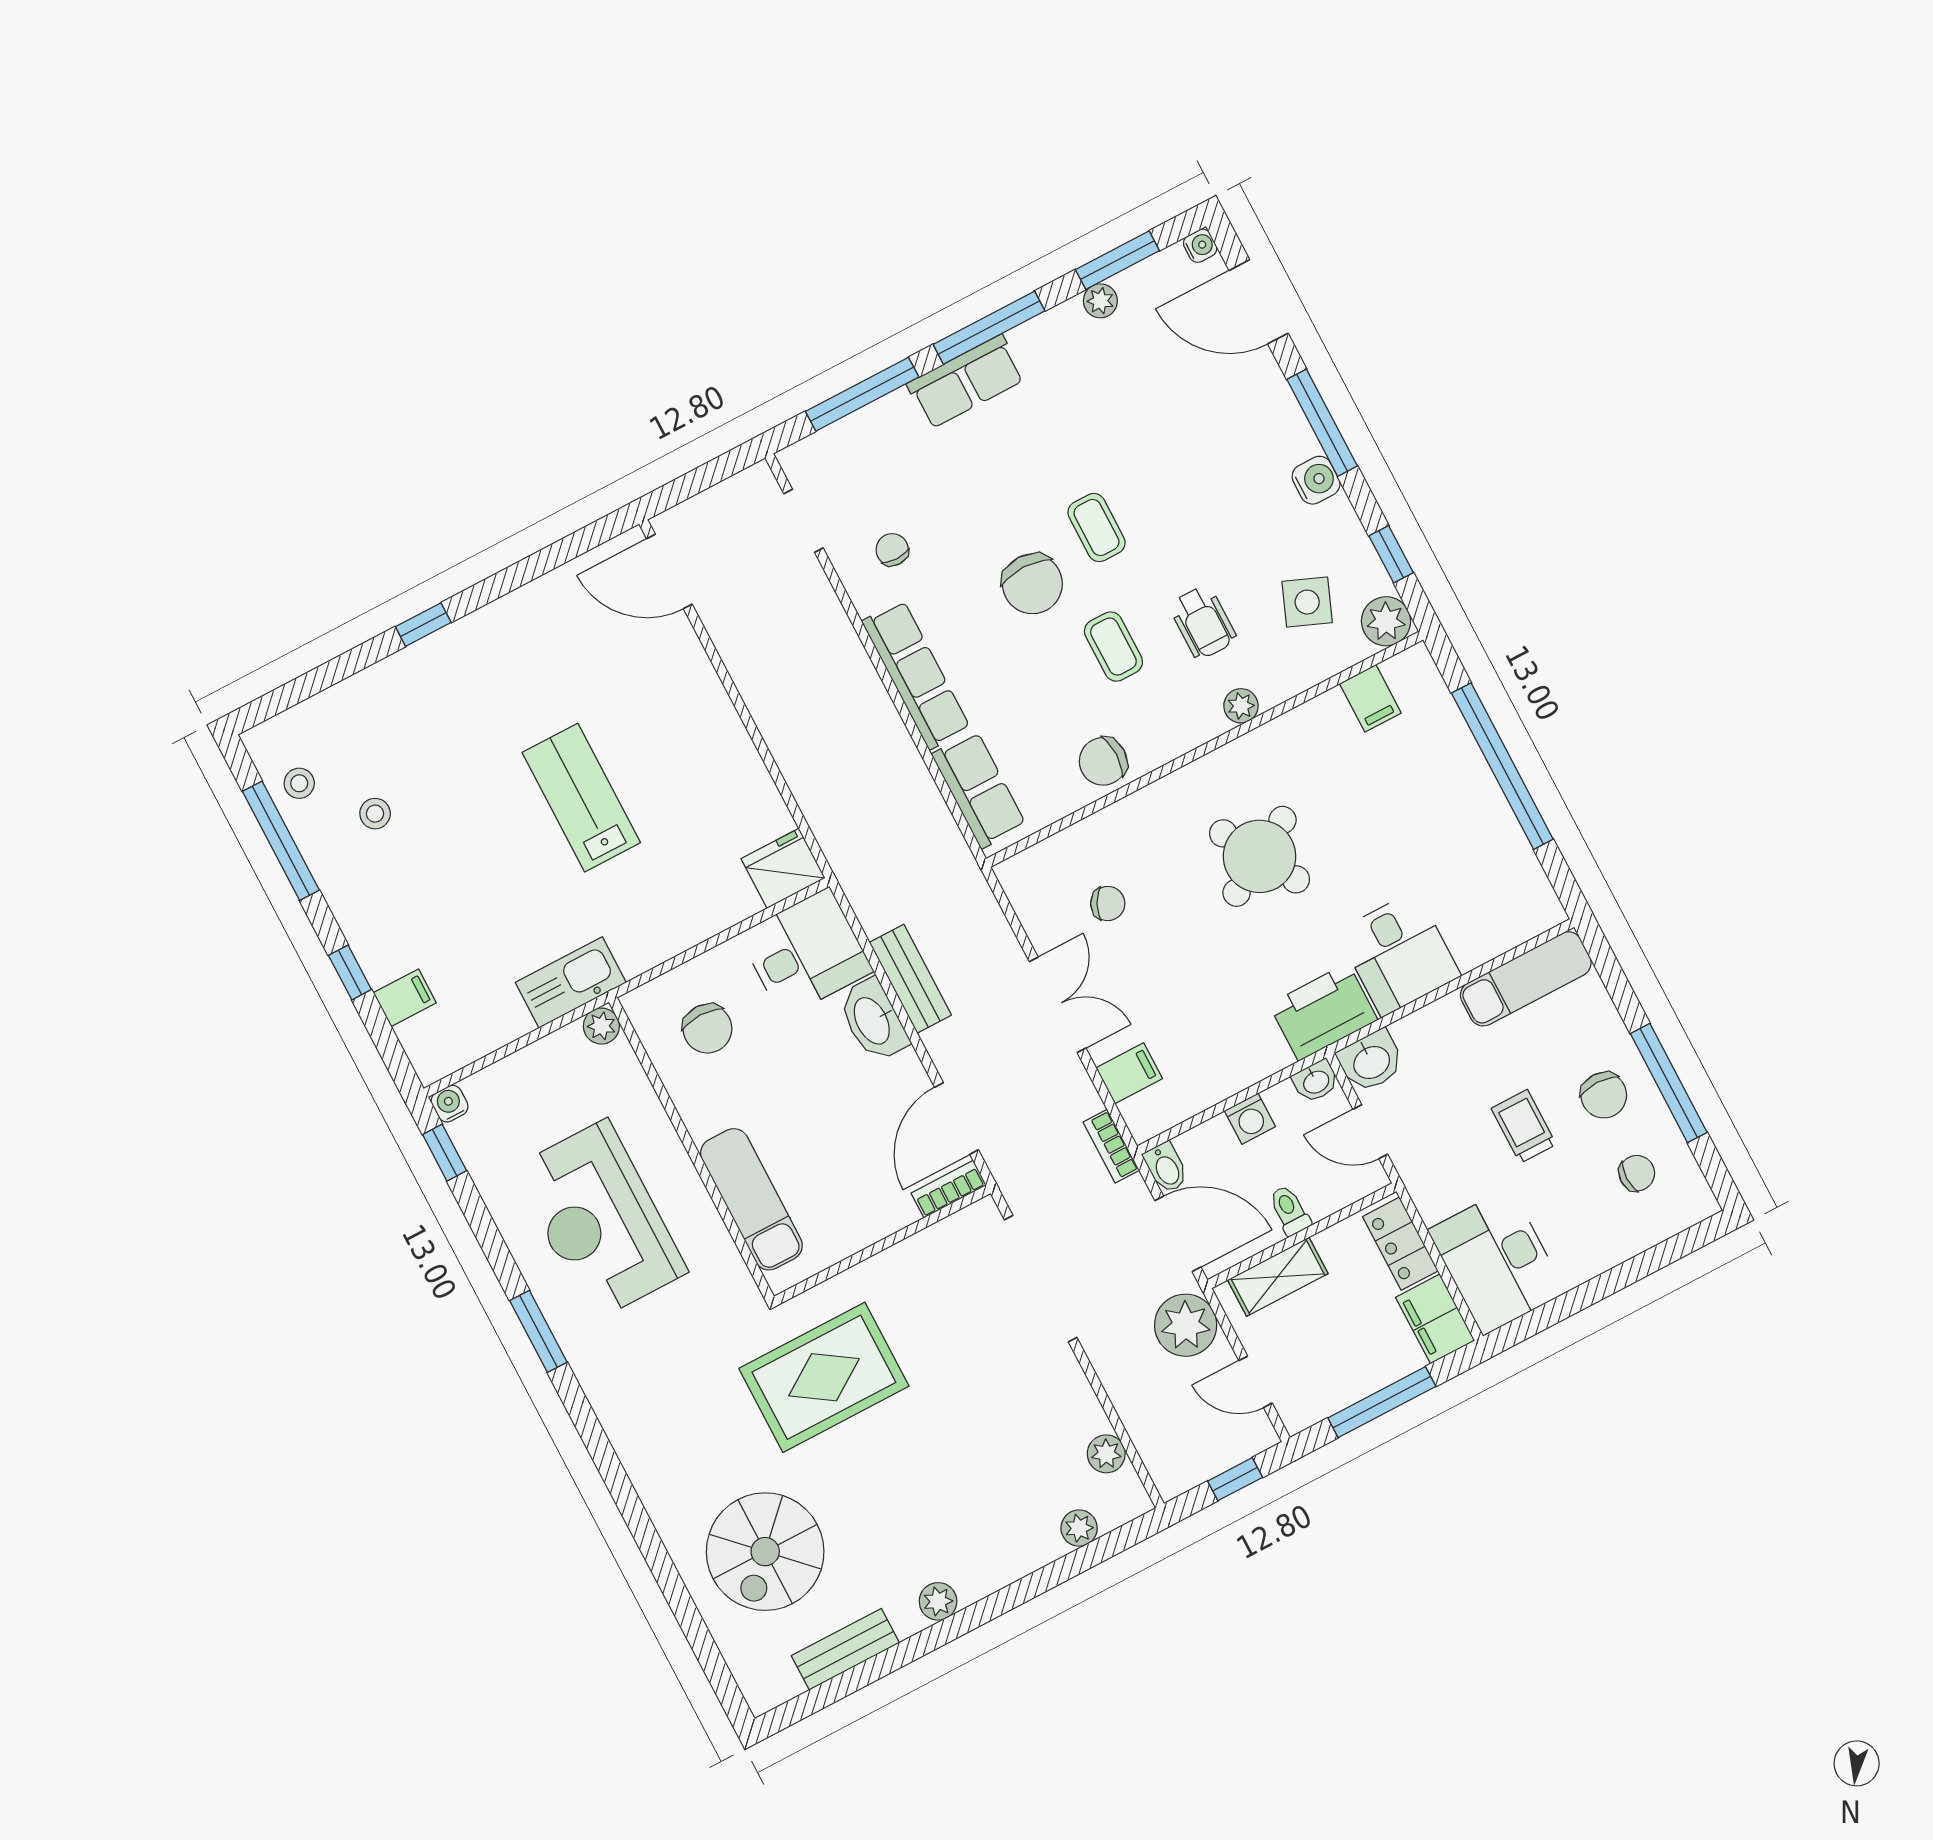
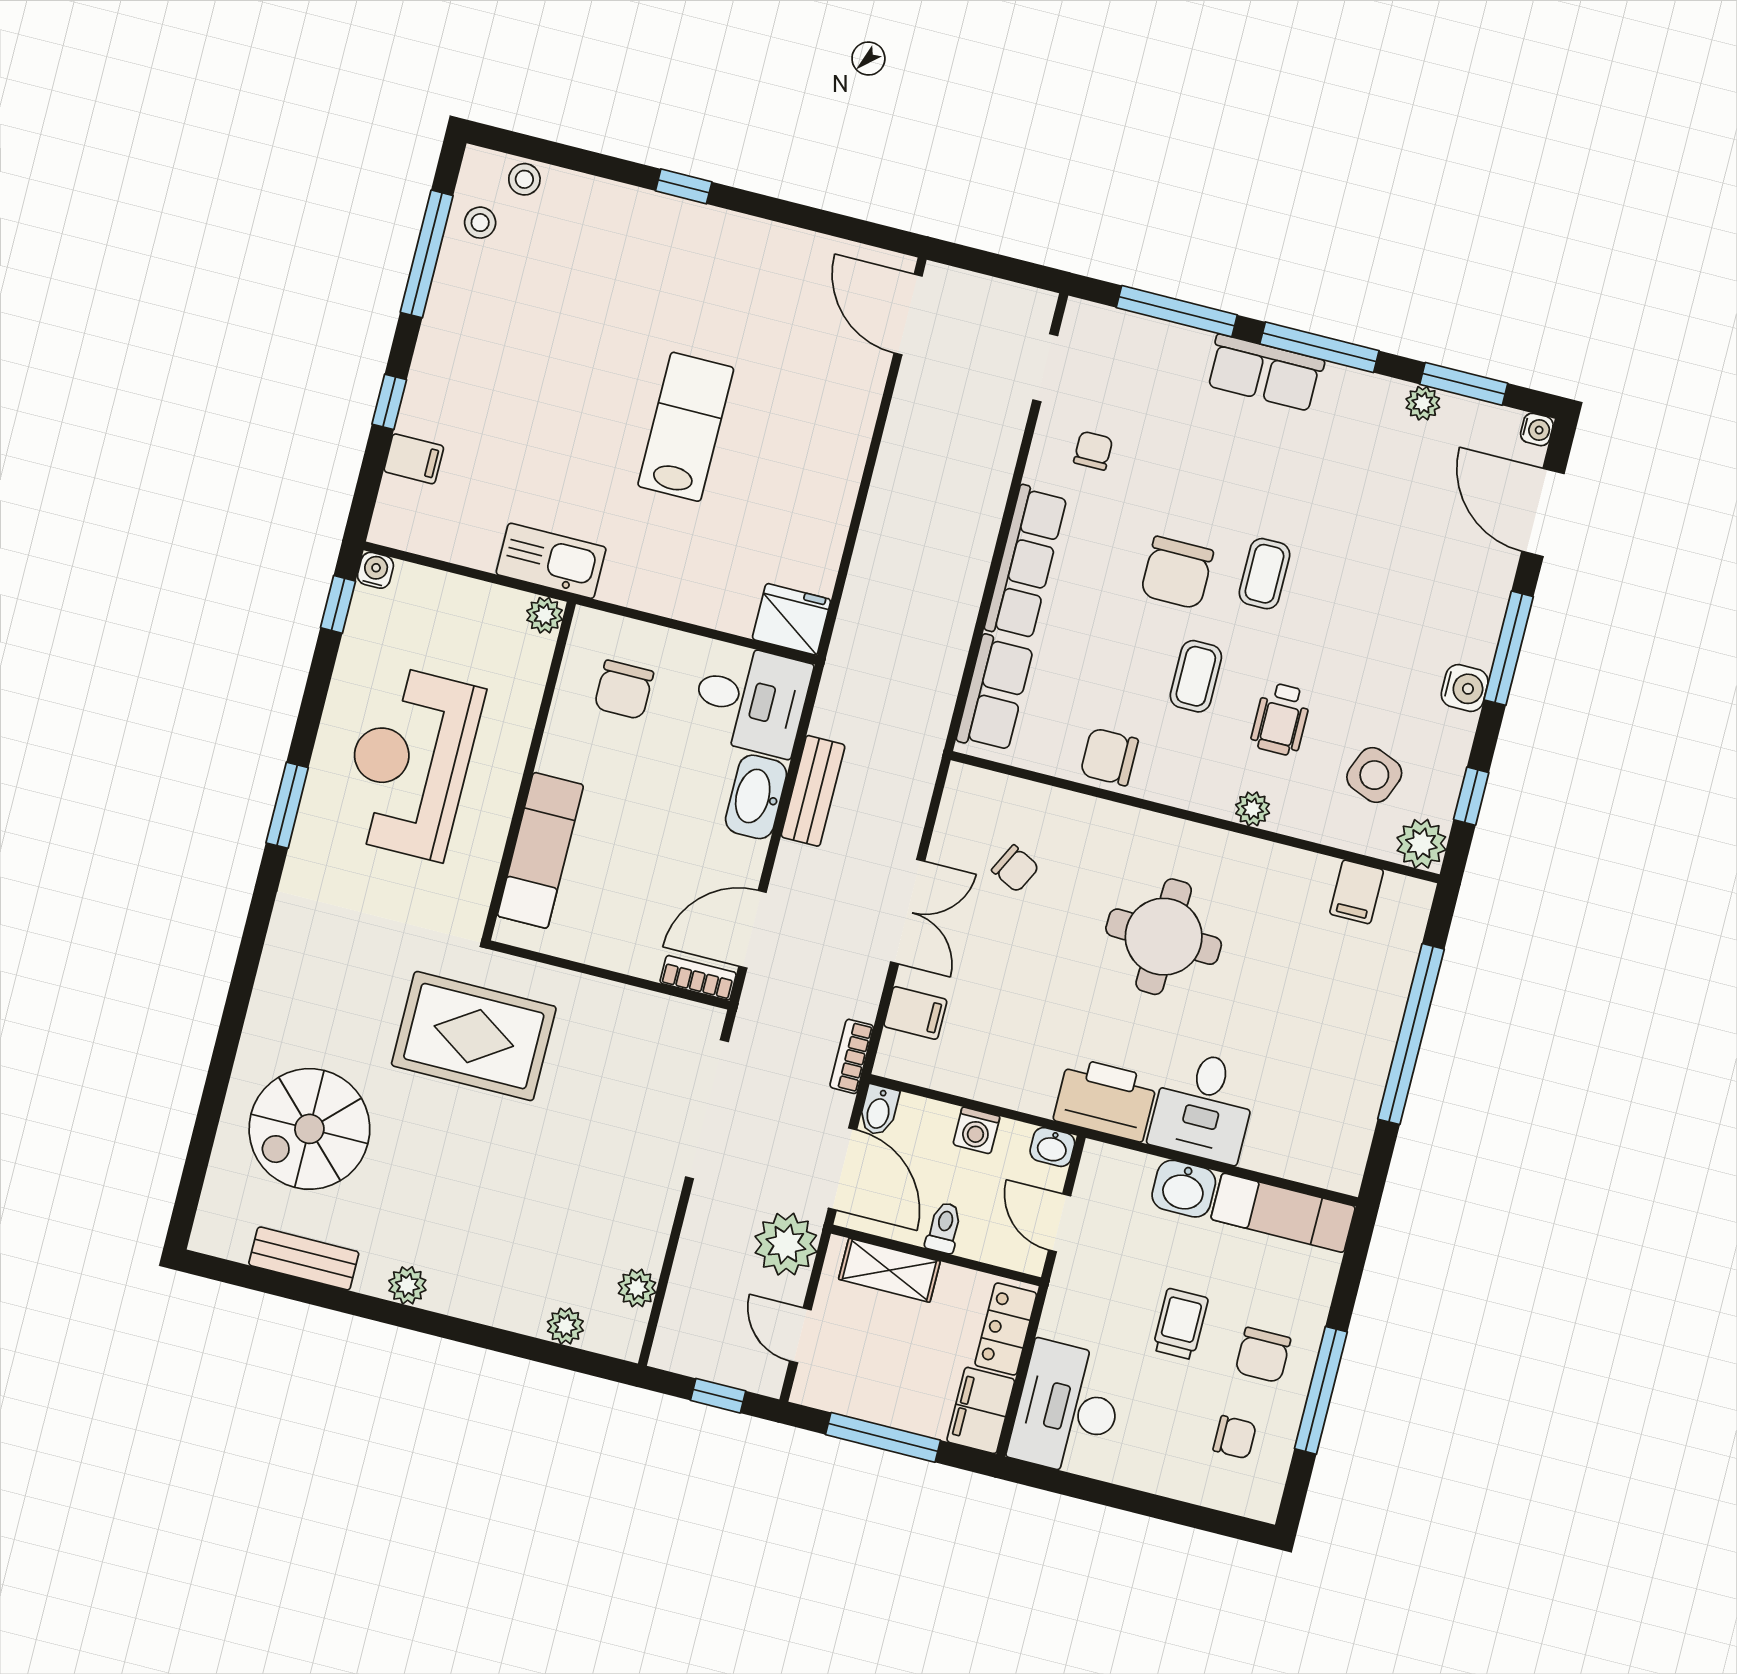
stool: (375, 814) -> (524, 179), moved
round table: (1260, 856) -> (1164, 937), turned 32
washbasin: (1371, 1061) -> (1184, 1189), moved

